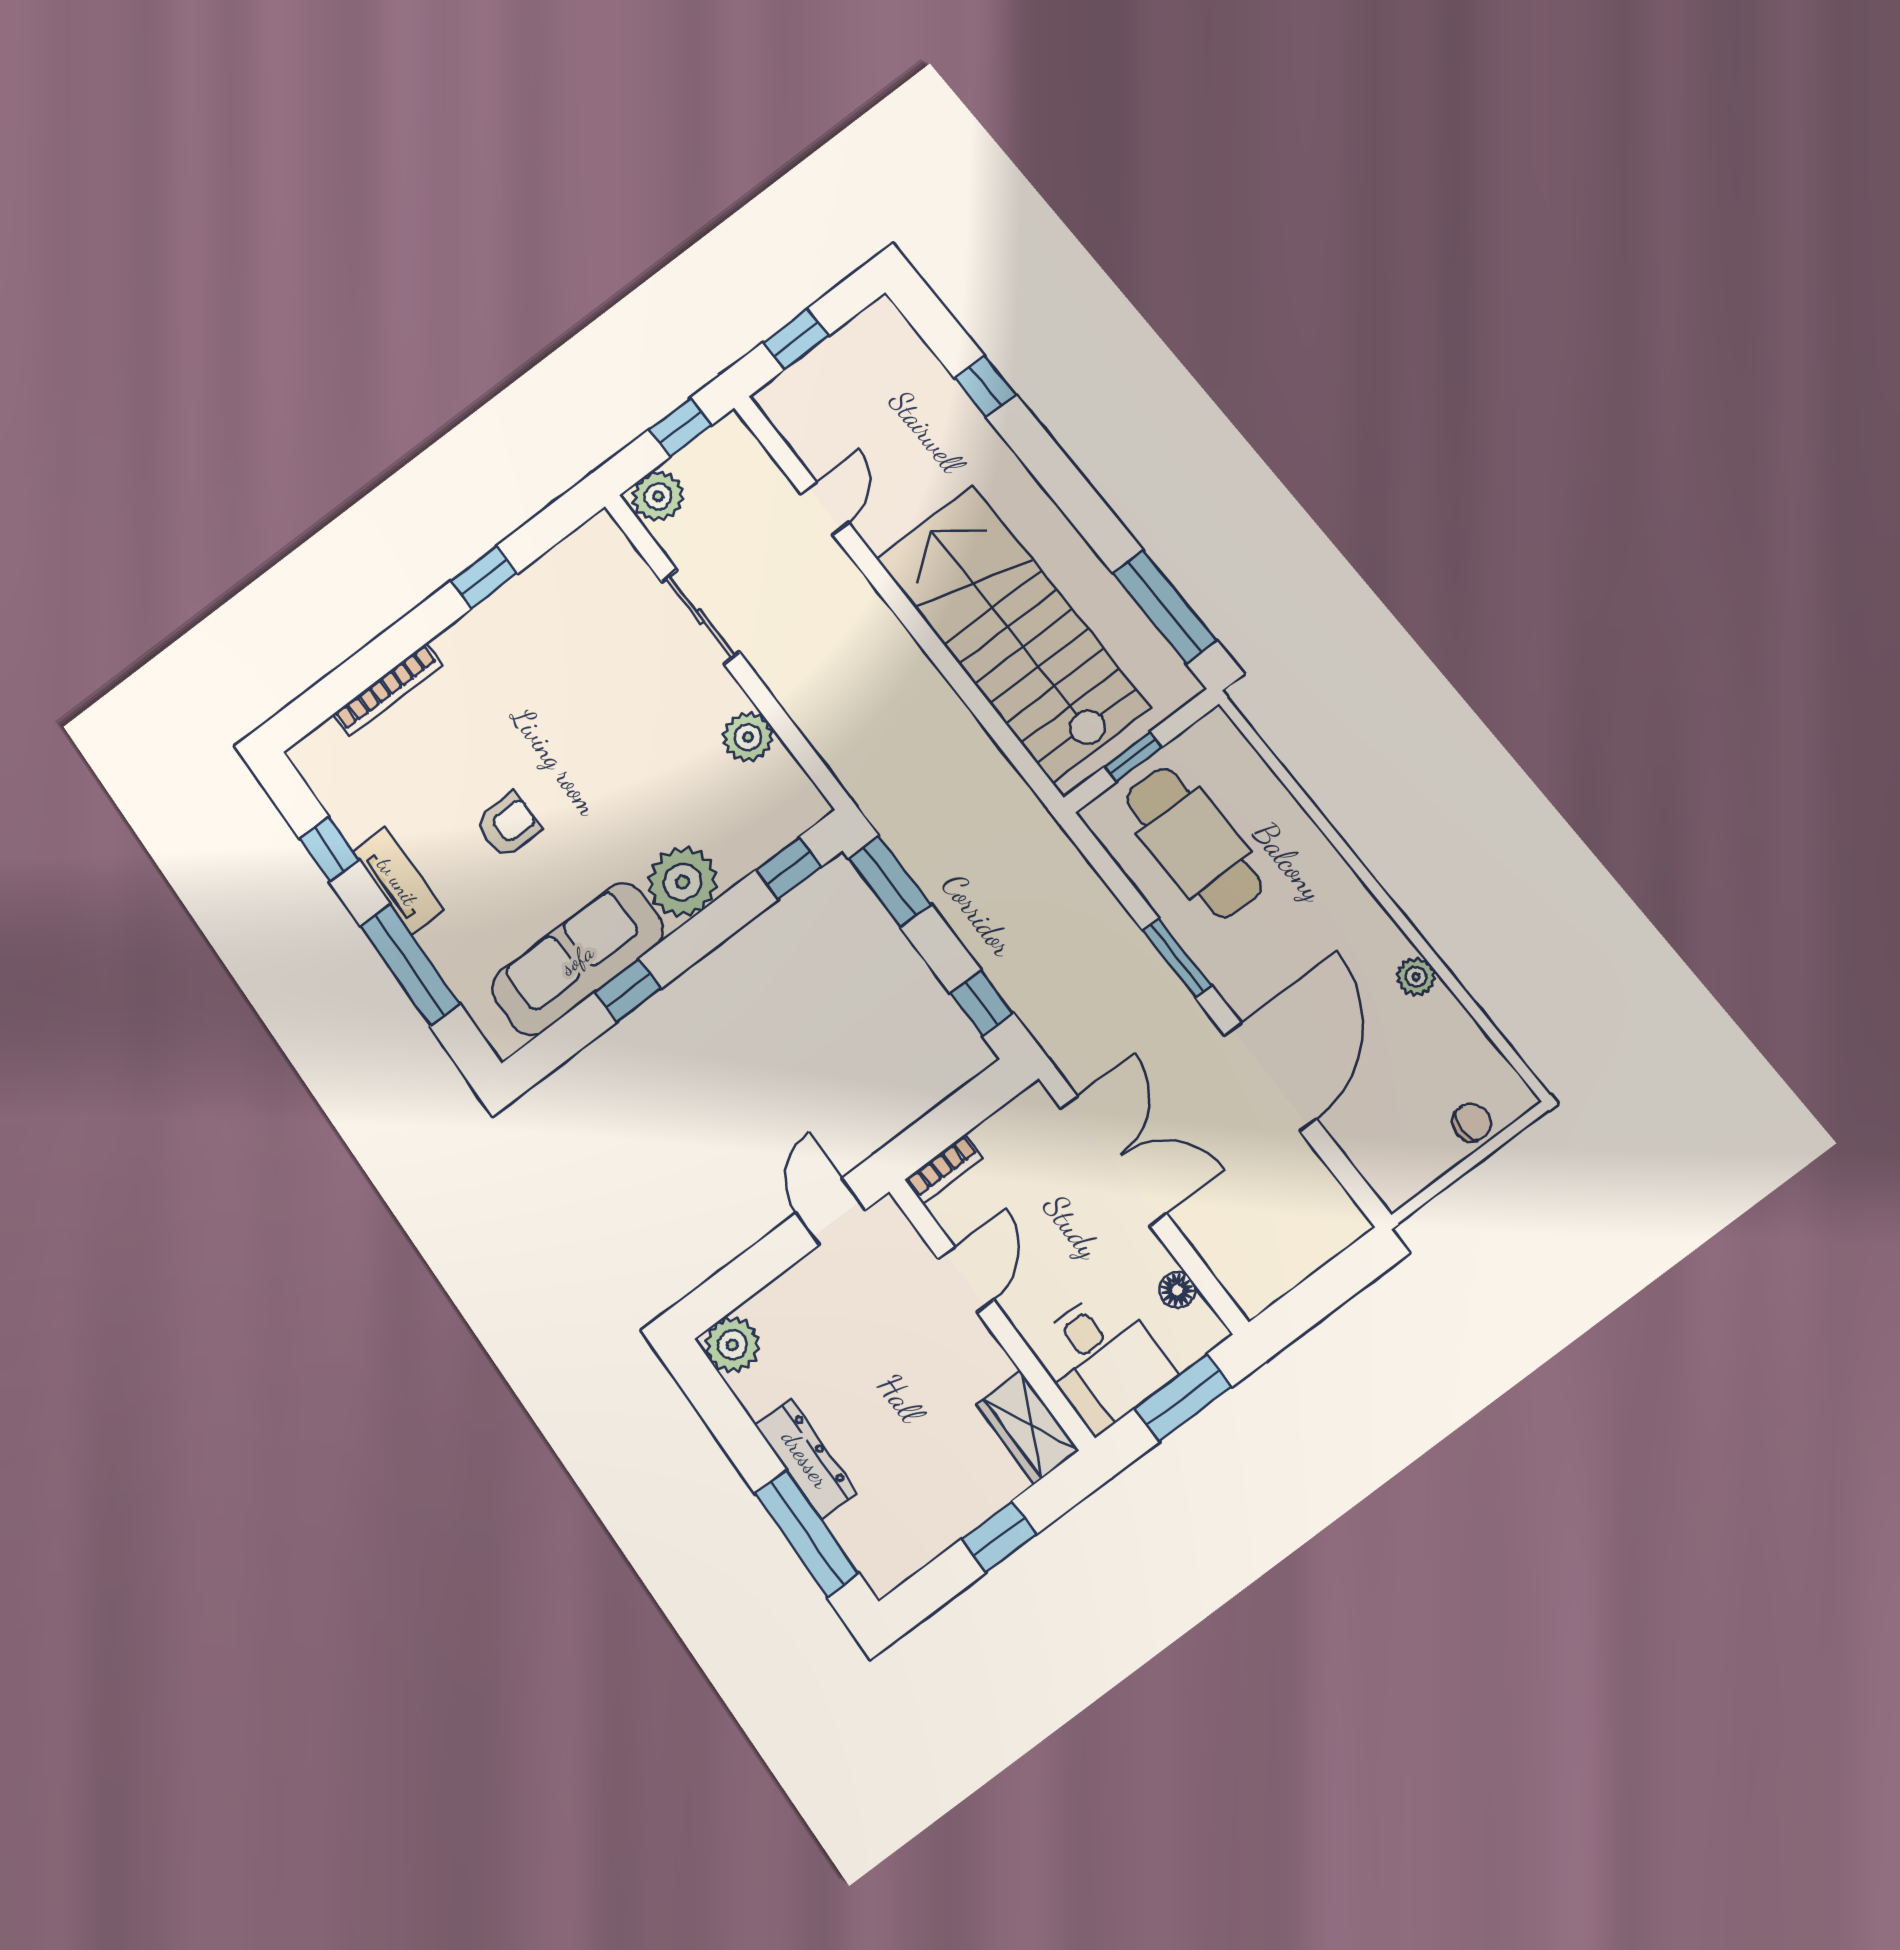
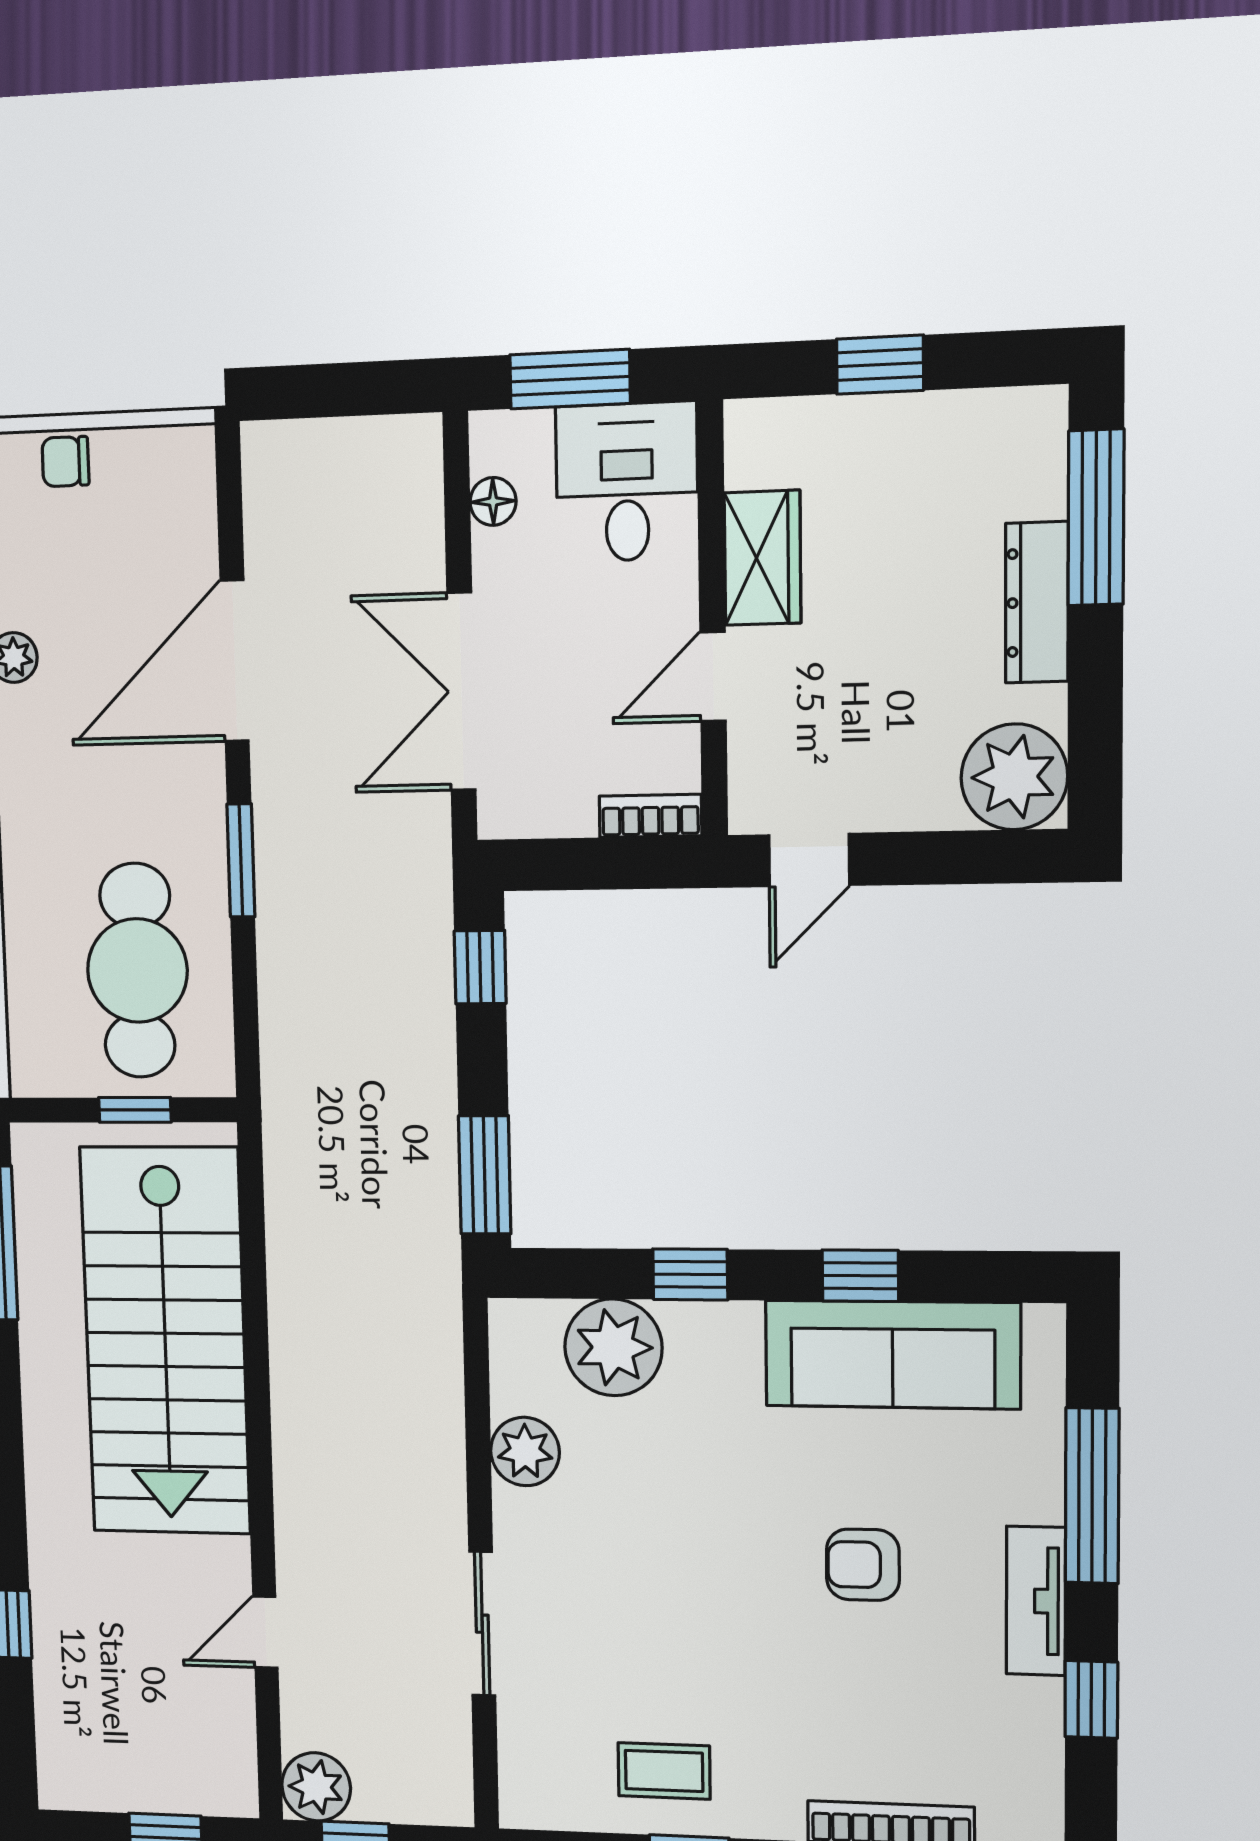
plant: (658, 496) -> (316, 1787), moved
coffee table: (535, 617) -> (664, 1771), added
window: (789, 868) -> (690, 1274), moved
plant: (683, 882) -> (613, 1347), moved
plant: (732, 1345) -> (1014, 777), width x1.36, depth x1.36
wardrobe: (1028, 1427) -> (763, 558), moved

